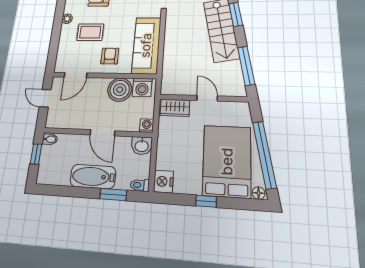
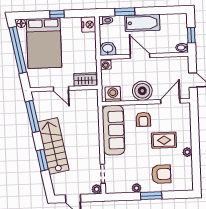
boiler: (120, 90) -> (142, 91), moved

